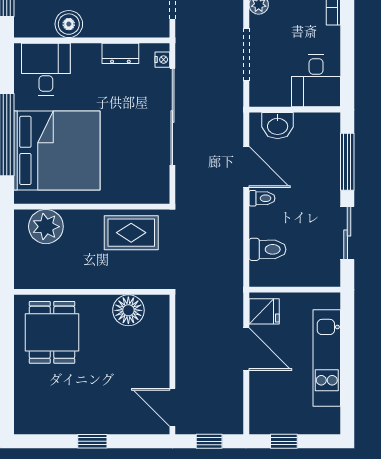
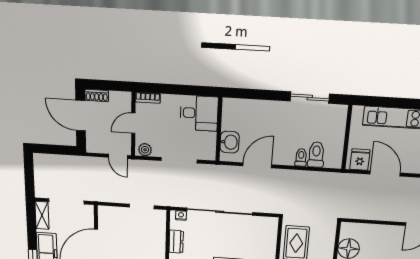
window: (347, 162) -> (258, 94), removed
toilet: (262, 198) -> (301, 157), moved
door: (246, 349) -> (385, 174), hinge flipped

